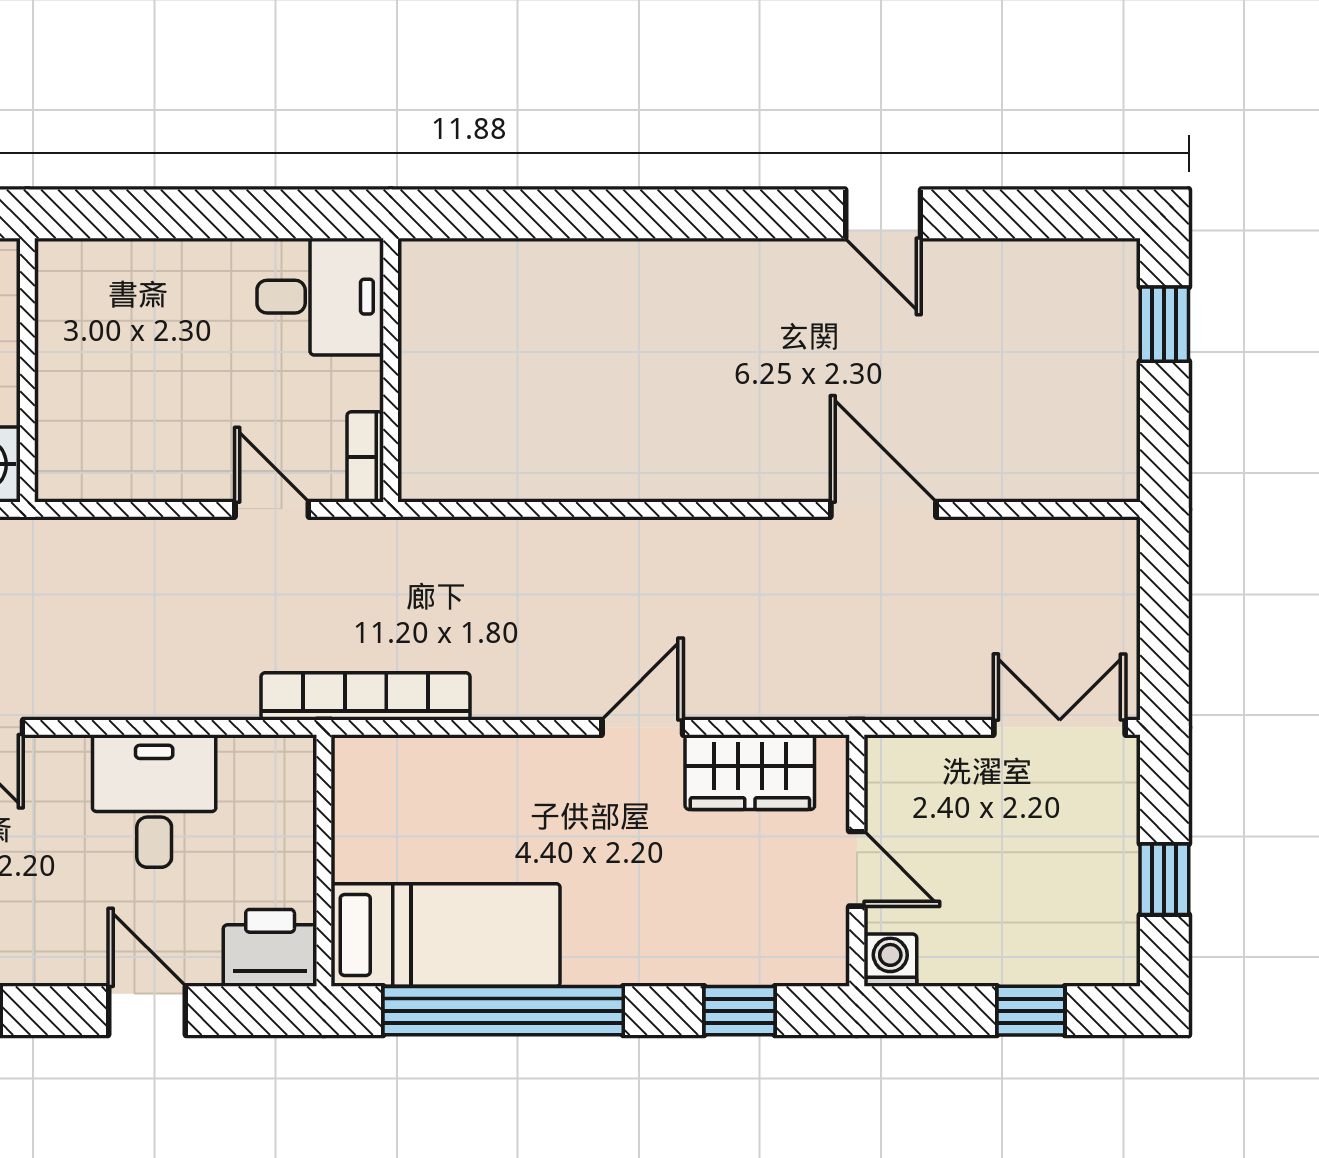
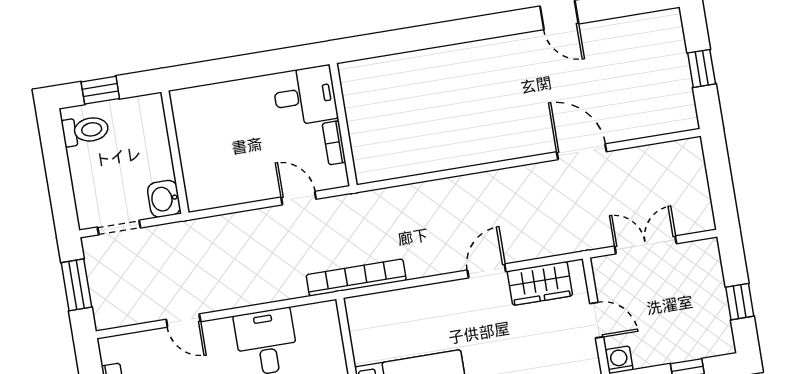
window: (1164, 324) -> (702, 68), moved
bookcase: (365, 457) -> (334, 143), moved
double door: (1060, 727) -> (646, 245), moved

